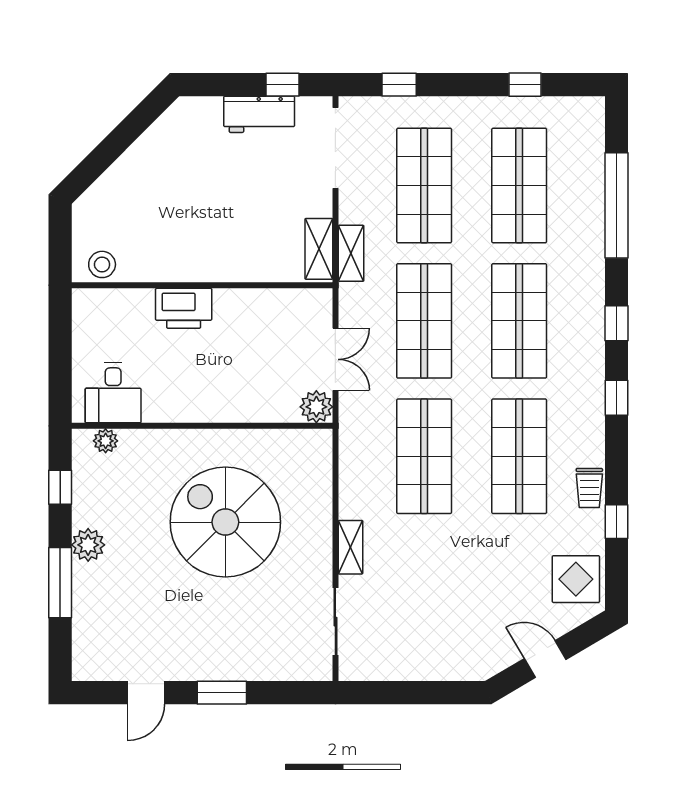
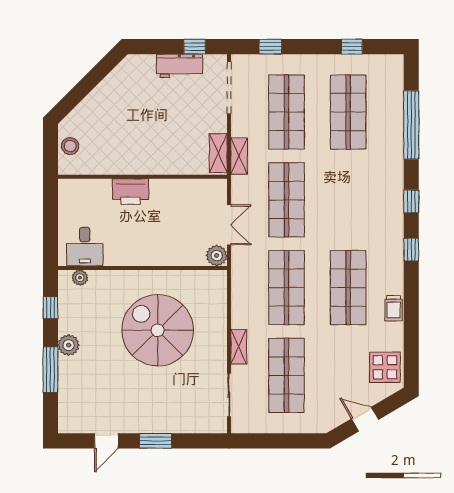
stool: (102, 264) -> (70, 146), moved
shop shelf: (519, 321) -> (287, 375), moved
window: (617, 522) -> (411, 330), removed

